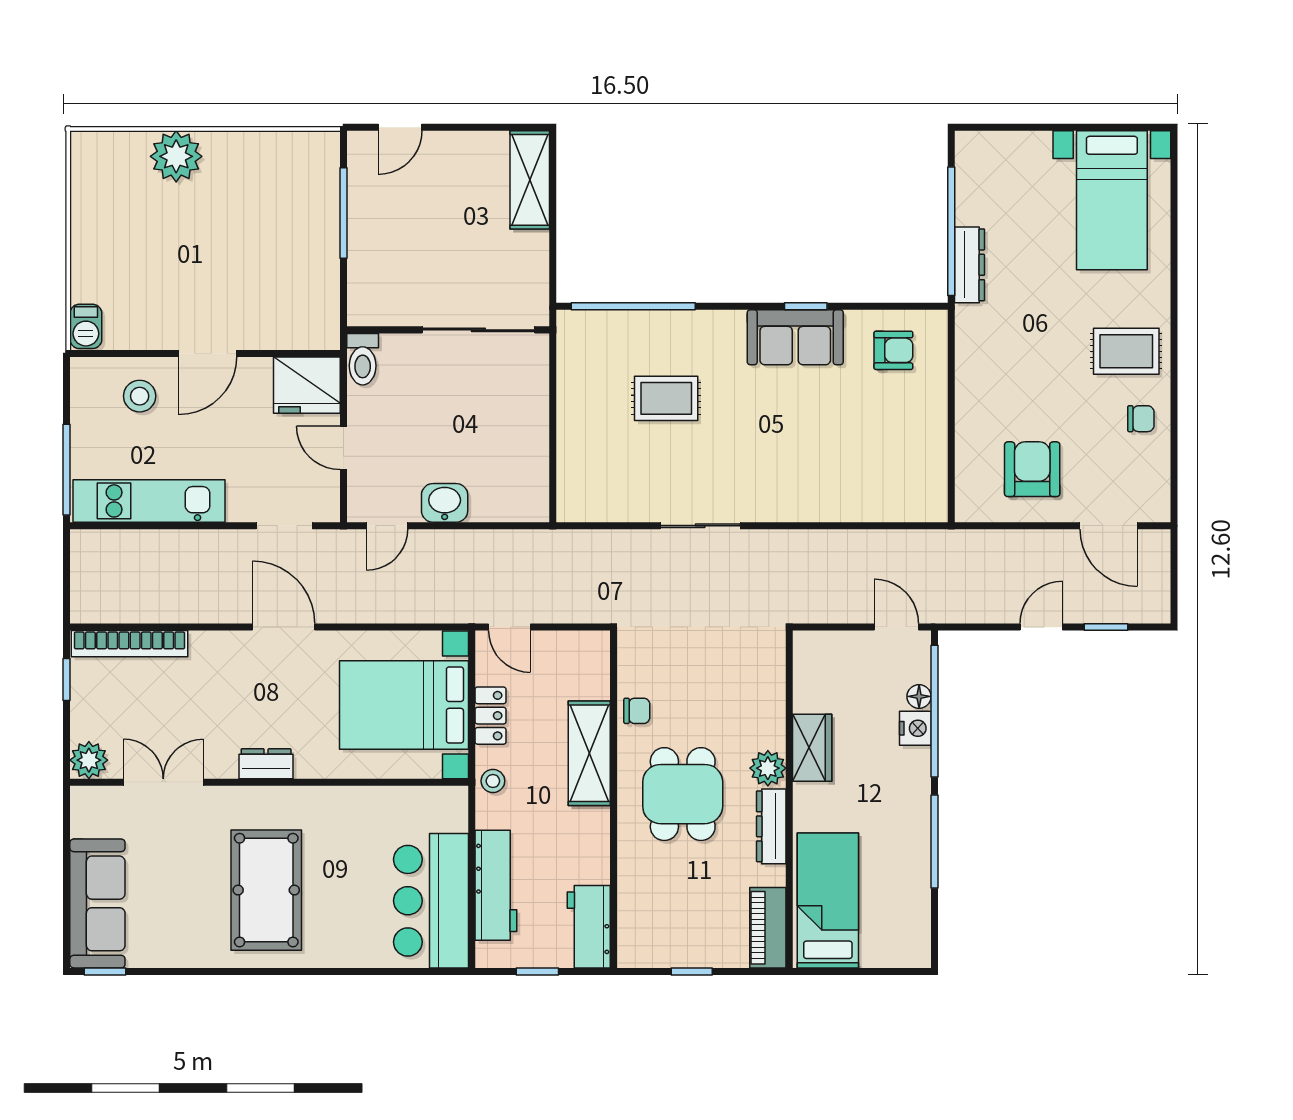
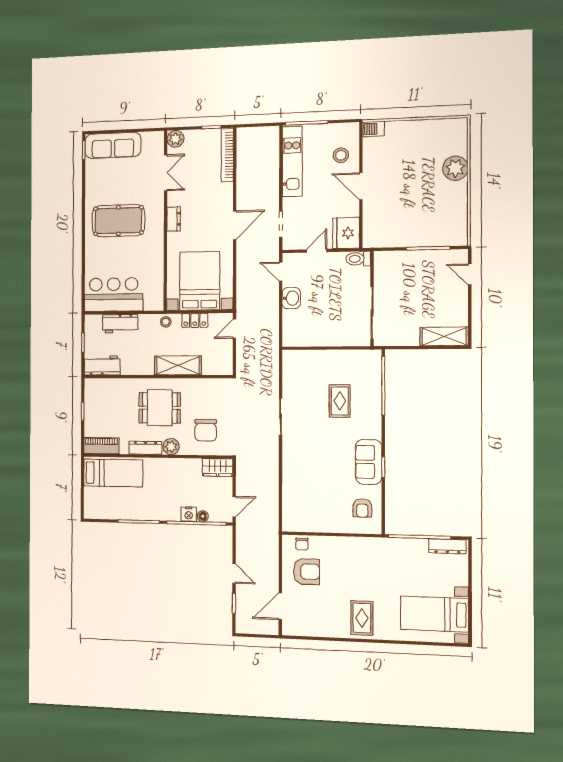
dresser: (970, 265) -> (447, 546), moved
chair: (1141, 419) -> (302, 544), moved
chair: (637, 711) -> (206, 430), moved, width x1.87, depth x1.87
wardrobe: (812, 748) -> (218, 467), moved
workbench: (496, 885) -> (120, 324), width x0.73

